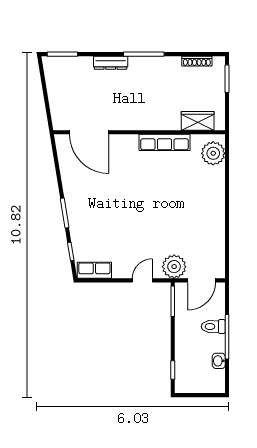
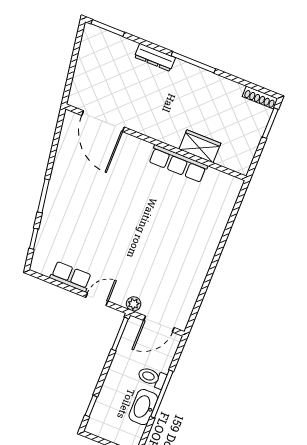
shoe rack: (197, 61) -> (260, 98), moved
wardrobe: (198, 121) -> (200, 146), moved
plant: (213, 153) -> (225, 196), removed
plant: (174, 267) -> (134, 304), width x0.53, depth x0.53
row of seats: (94, 270) -> (71, 277), moved
washbasin: (219, 361) -> (143, 407), width x1.91, depth x1.45

